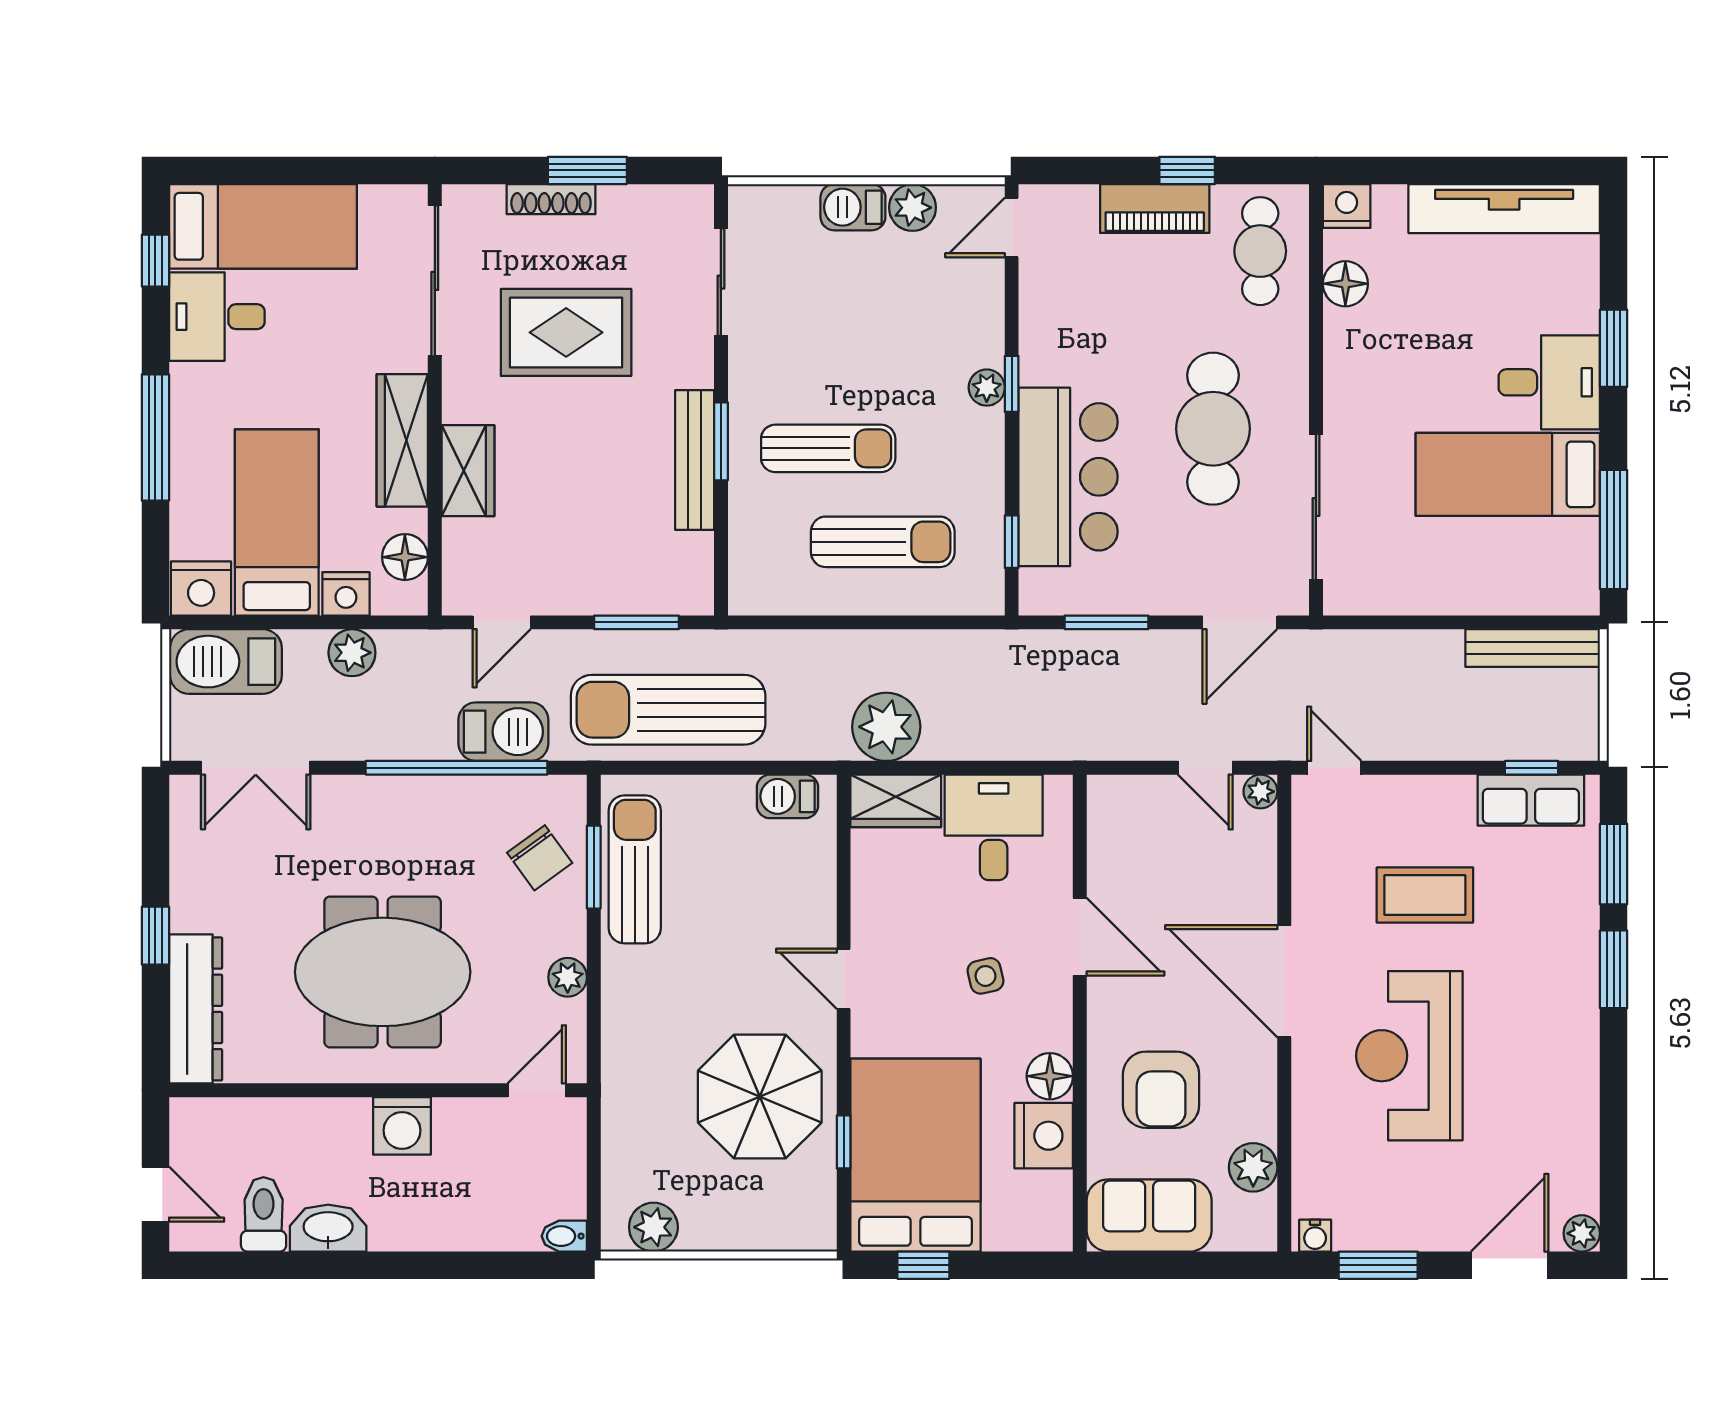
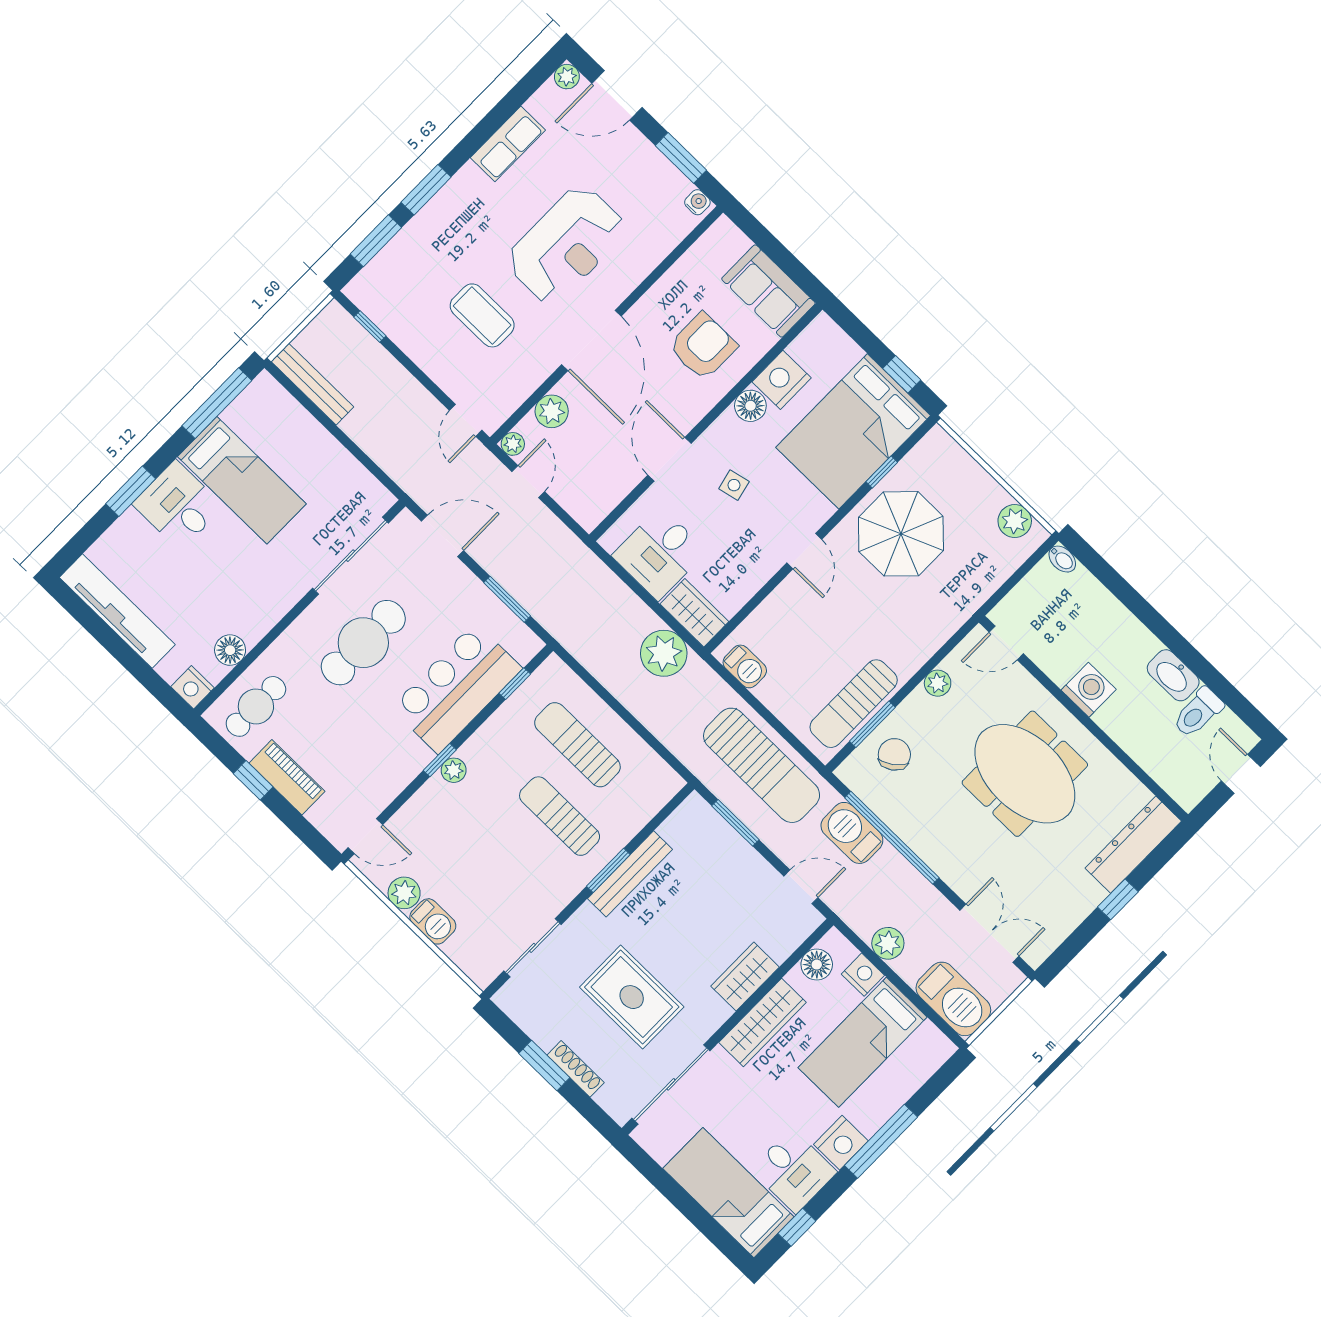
nightstand: (201, 589) -> (841, 1143), moved, turned 90
row of seats: (1531, 800) -> (508, 144), moved, turned 90
plant: (1253, 1167) -> (552, 411), moved

